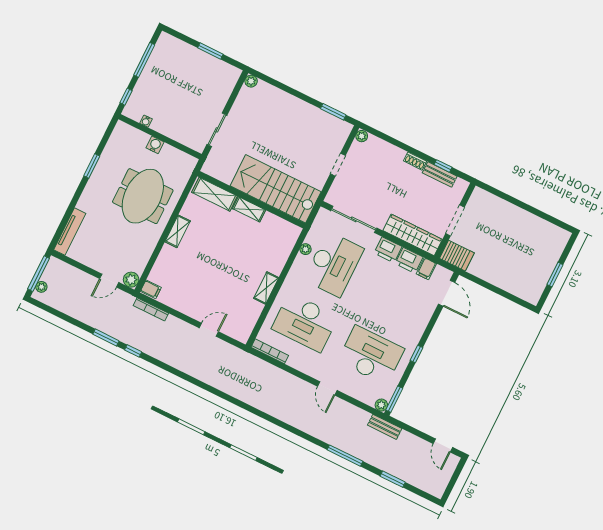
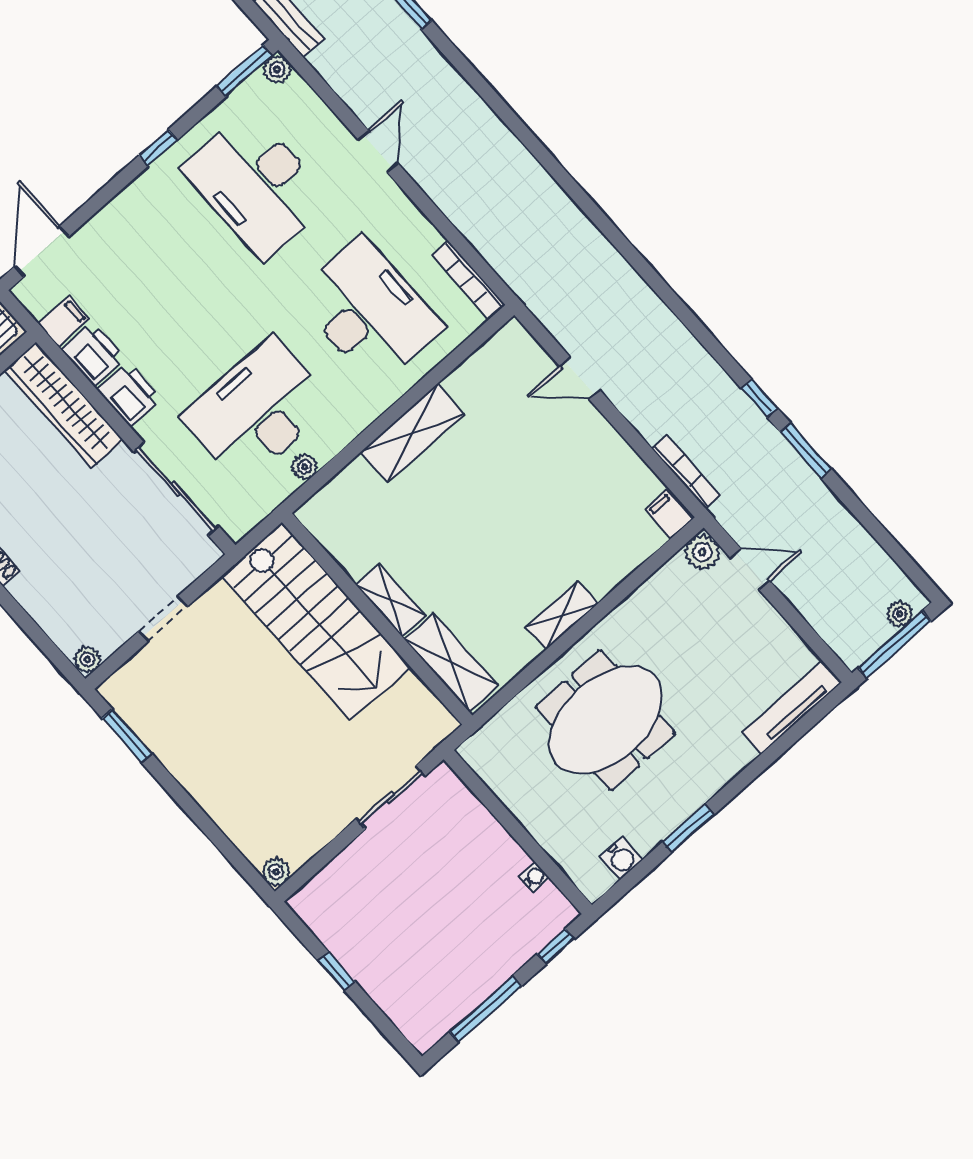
window: (210, 51) -> (337, 971), width x0.67
water cooler: (155, 145) -> (621, 858), moved, turned -90
shelving: (266, 288) -> (412, 433), width x1.50, depth x1.33

